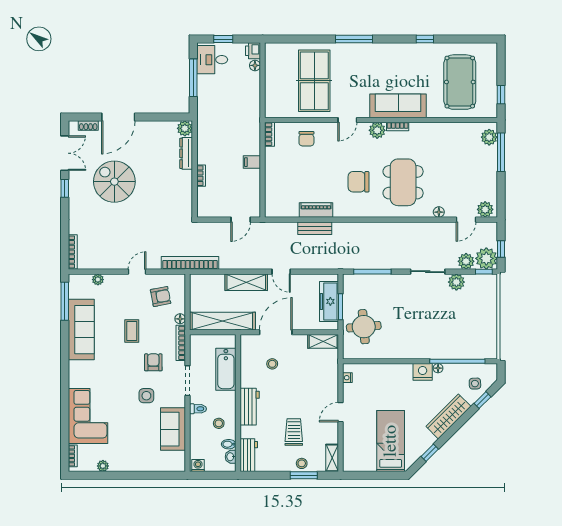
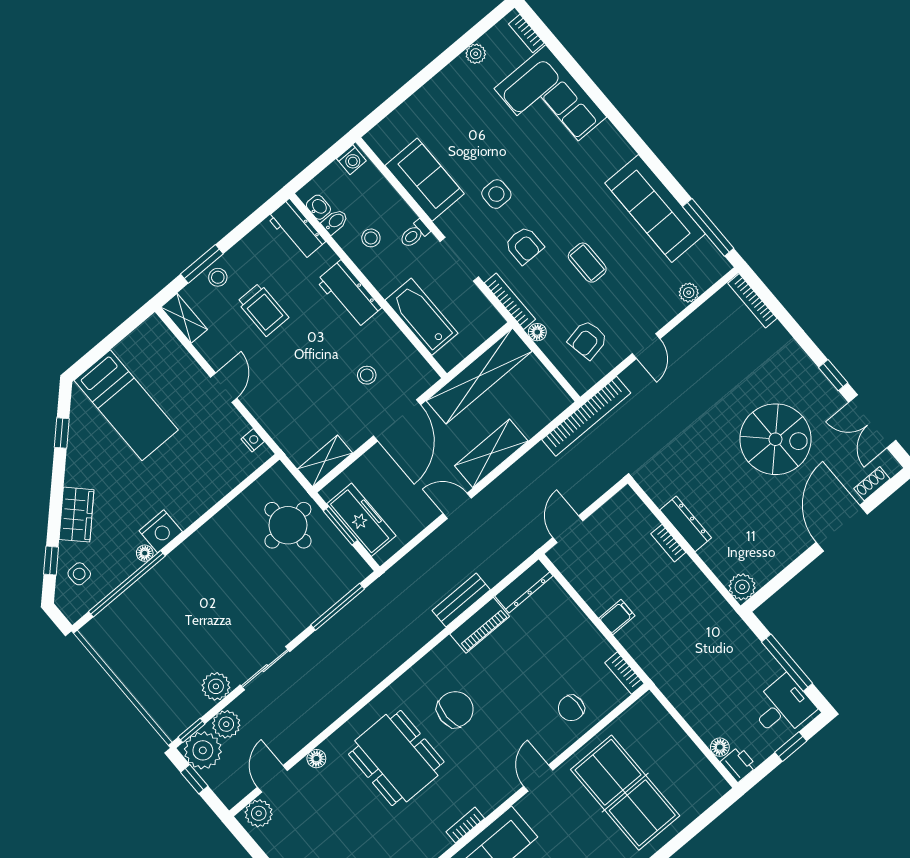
plant: (377, 130) -> (488, 797), removed
chair: (306, 139) -> (571, 708), turned -90
dresser: (186, 153) -> (686, 524), moved
dresser: (282, 211) -> (524, 586), added
wardrobe: (448, 416) -> (76, 515), width x0.67

